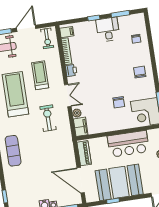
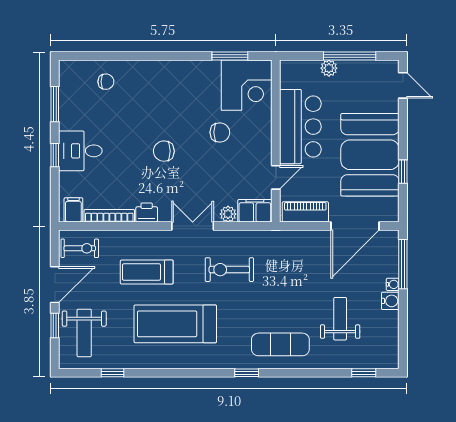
door: (26, 28) -> (55, 285), swing flipped
desk: (108, 29) -> (80, 151), moved
chair: (140, 72) -> (164, 151), moved
door: (100, 135) -> (276, 177), added
weight bench: (31, 180) -> (340, 319), added

